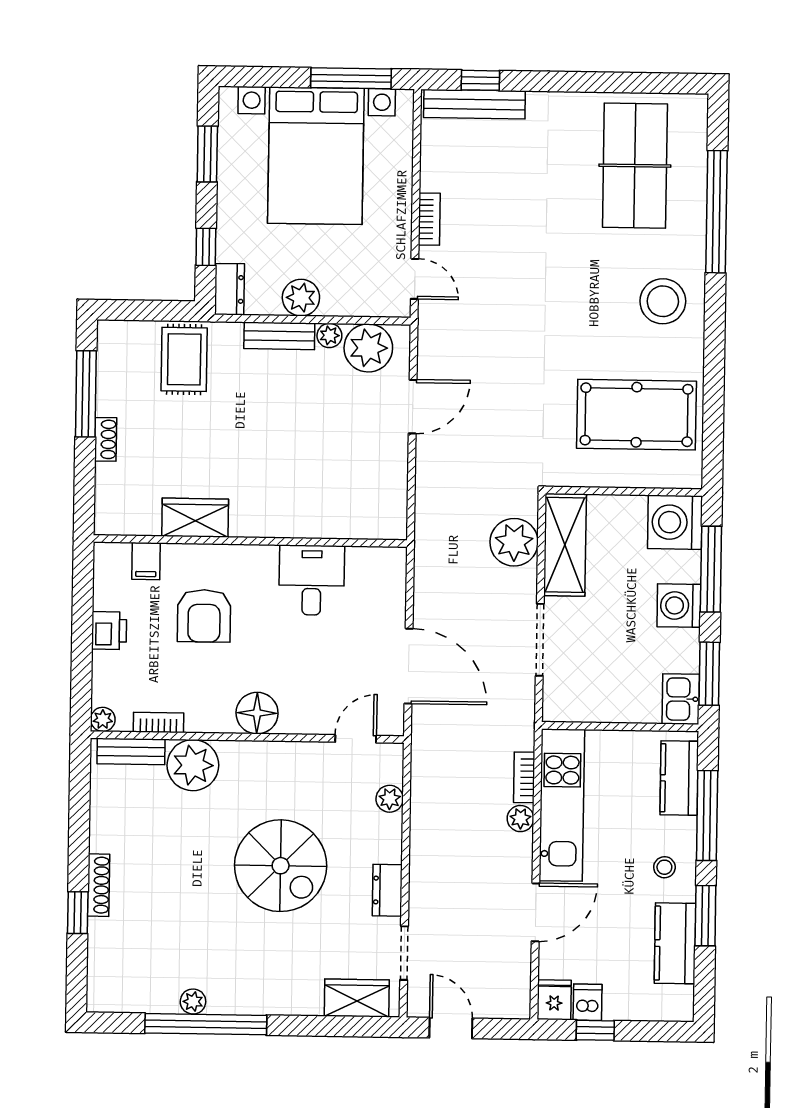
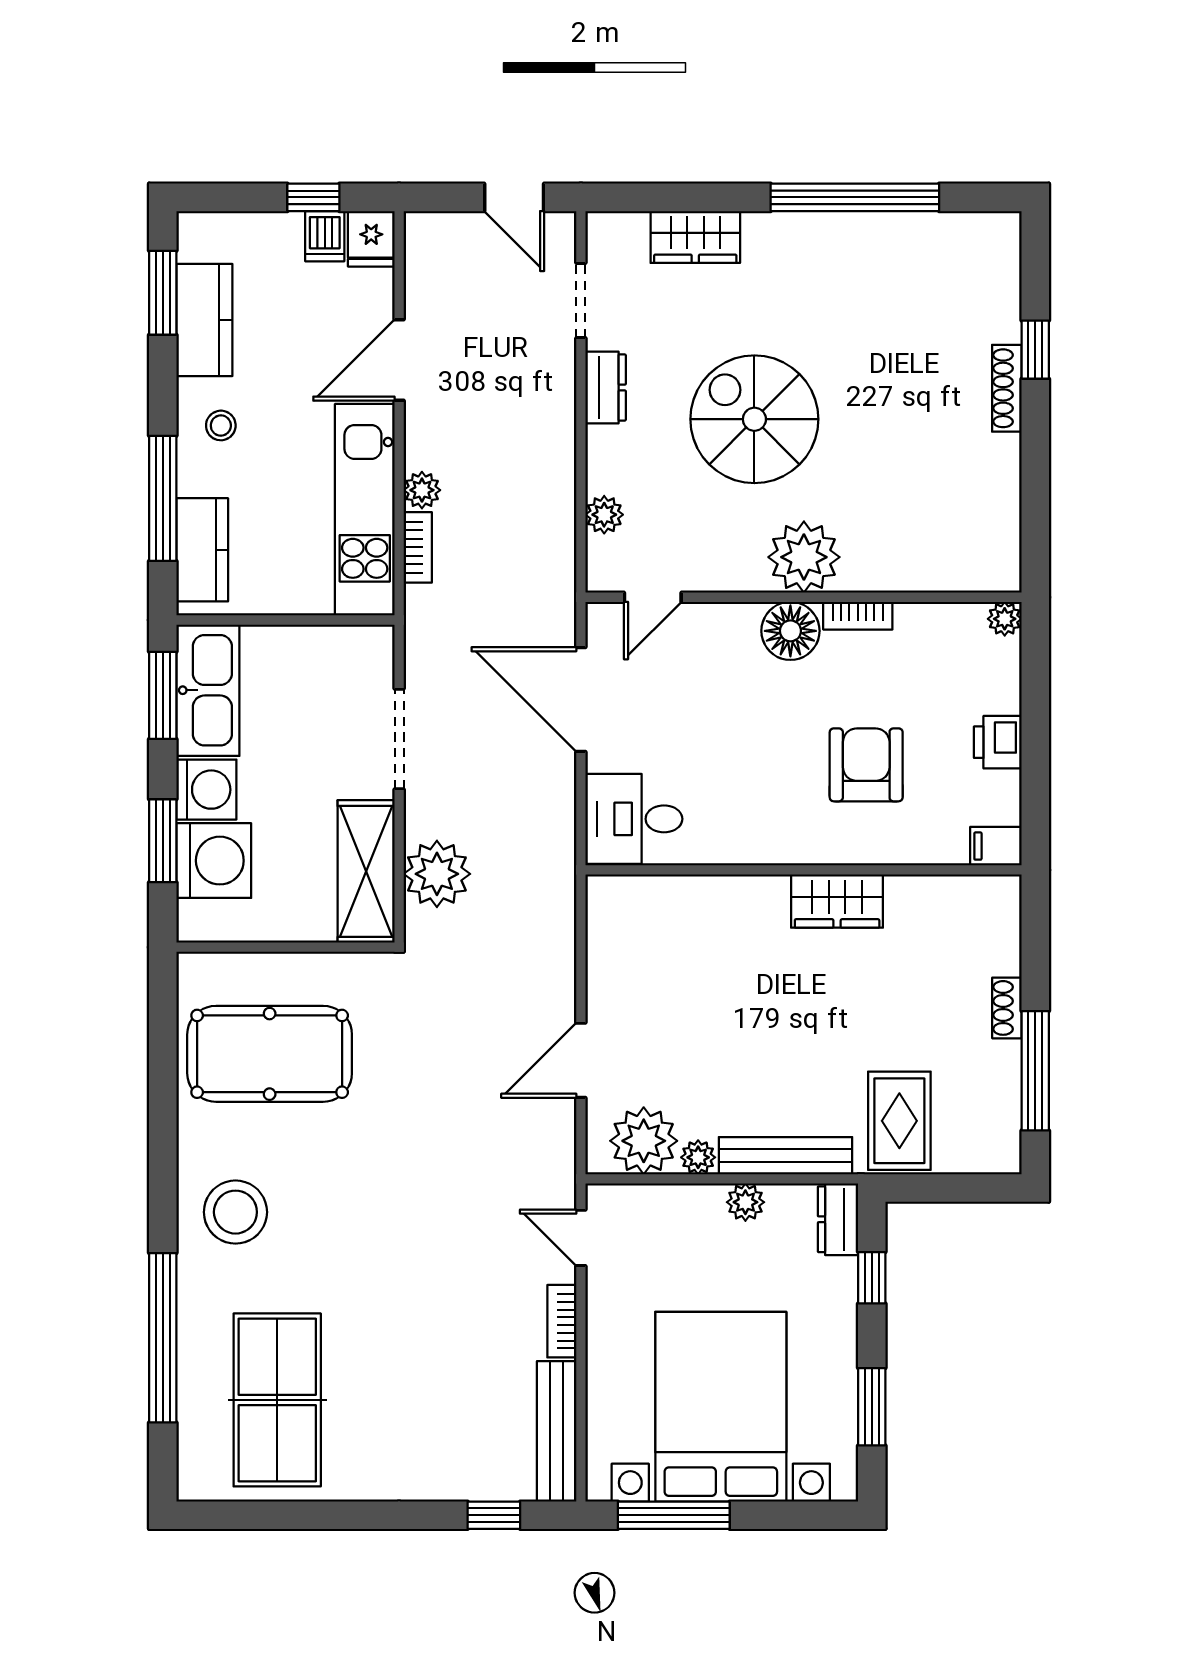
bench: (474, 104) -> (557, 1431), moved, turned 90
plant: (301, 298) -> (745, 1202), width x0.73, depth x0.73
bench: (279, 336) -> (786, 1156), width x1.36
wardrobe: (195, 518) -> (837, 901), moved
washing machine: (675, 522) -> (214, 861), moved
filing cabinet: (146, 561) -> (996, 846), moved, turned -90
window: (711, 569) -> (163, 841), width x0.69
desk: (312, 580) -> (634, 819), moved, turned 90
kitchen sink: (681, 699) -> (208, 690), width x1.88, depth x1.24
bookcase: (159, 722) -> (858, 616), moved
bench: (131, 751) -> (965, 575), removed
plant: (193, 765) -> (804, 557), moved
window: (705, 916) -> (163, 293), moved
wardrobe: (357, 998) -> (695, 237), moved
plant: (193, 1002) -> (873, 229), removed

